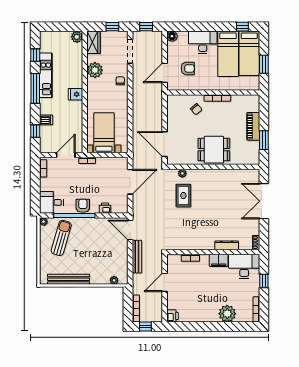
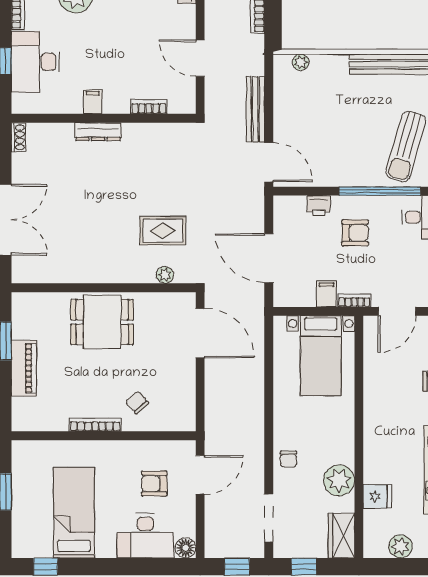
plant: (77, 37) -> (400, 546), moved
desk: (203, 42) -> (145, 536), moved
bed: (249, 53) -> (32, 514), removed
fridge: (76, 94) -> (377, 496), moved
filing cabinet: (101, 164) -> (326, 294), added
door: (130, 182) -> (269, 258), hinge flipped
rug: (183, 196) -> (163, 231), turned 90
armchair: (83, 206) -> (355, 233), moved, turned -90
dresser: (227, 245) -> (98, 132), moved
filing cabinet: (219, 260) -> (93, 102), width x0.50
desk: (244, 266) -> (35, 62), moved, turned 90
door: (165, 282) -> (200, 58), swing flipped

